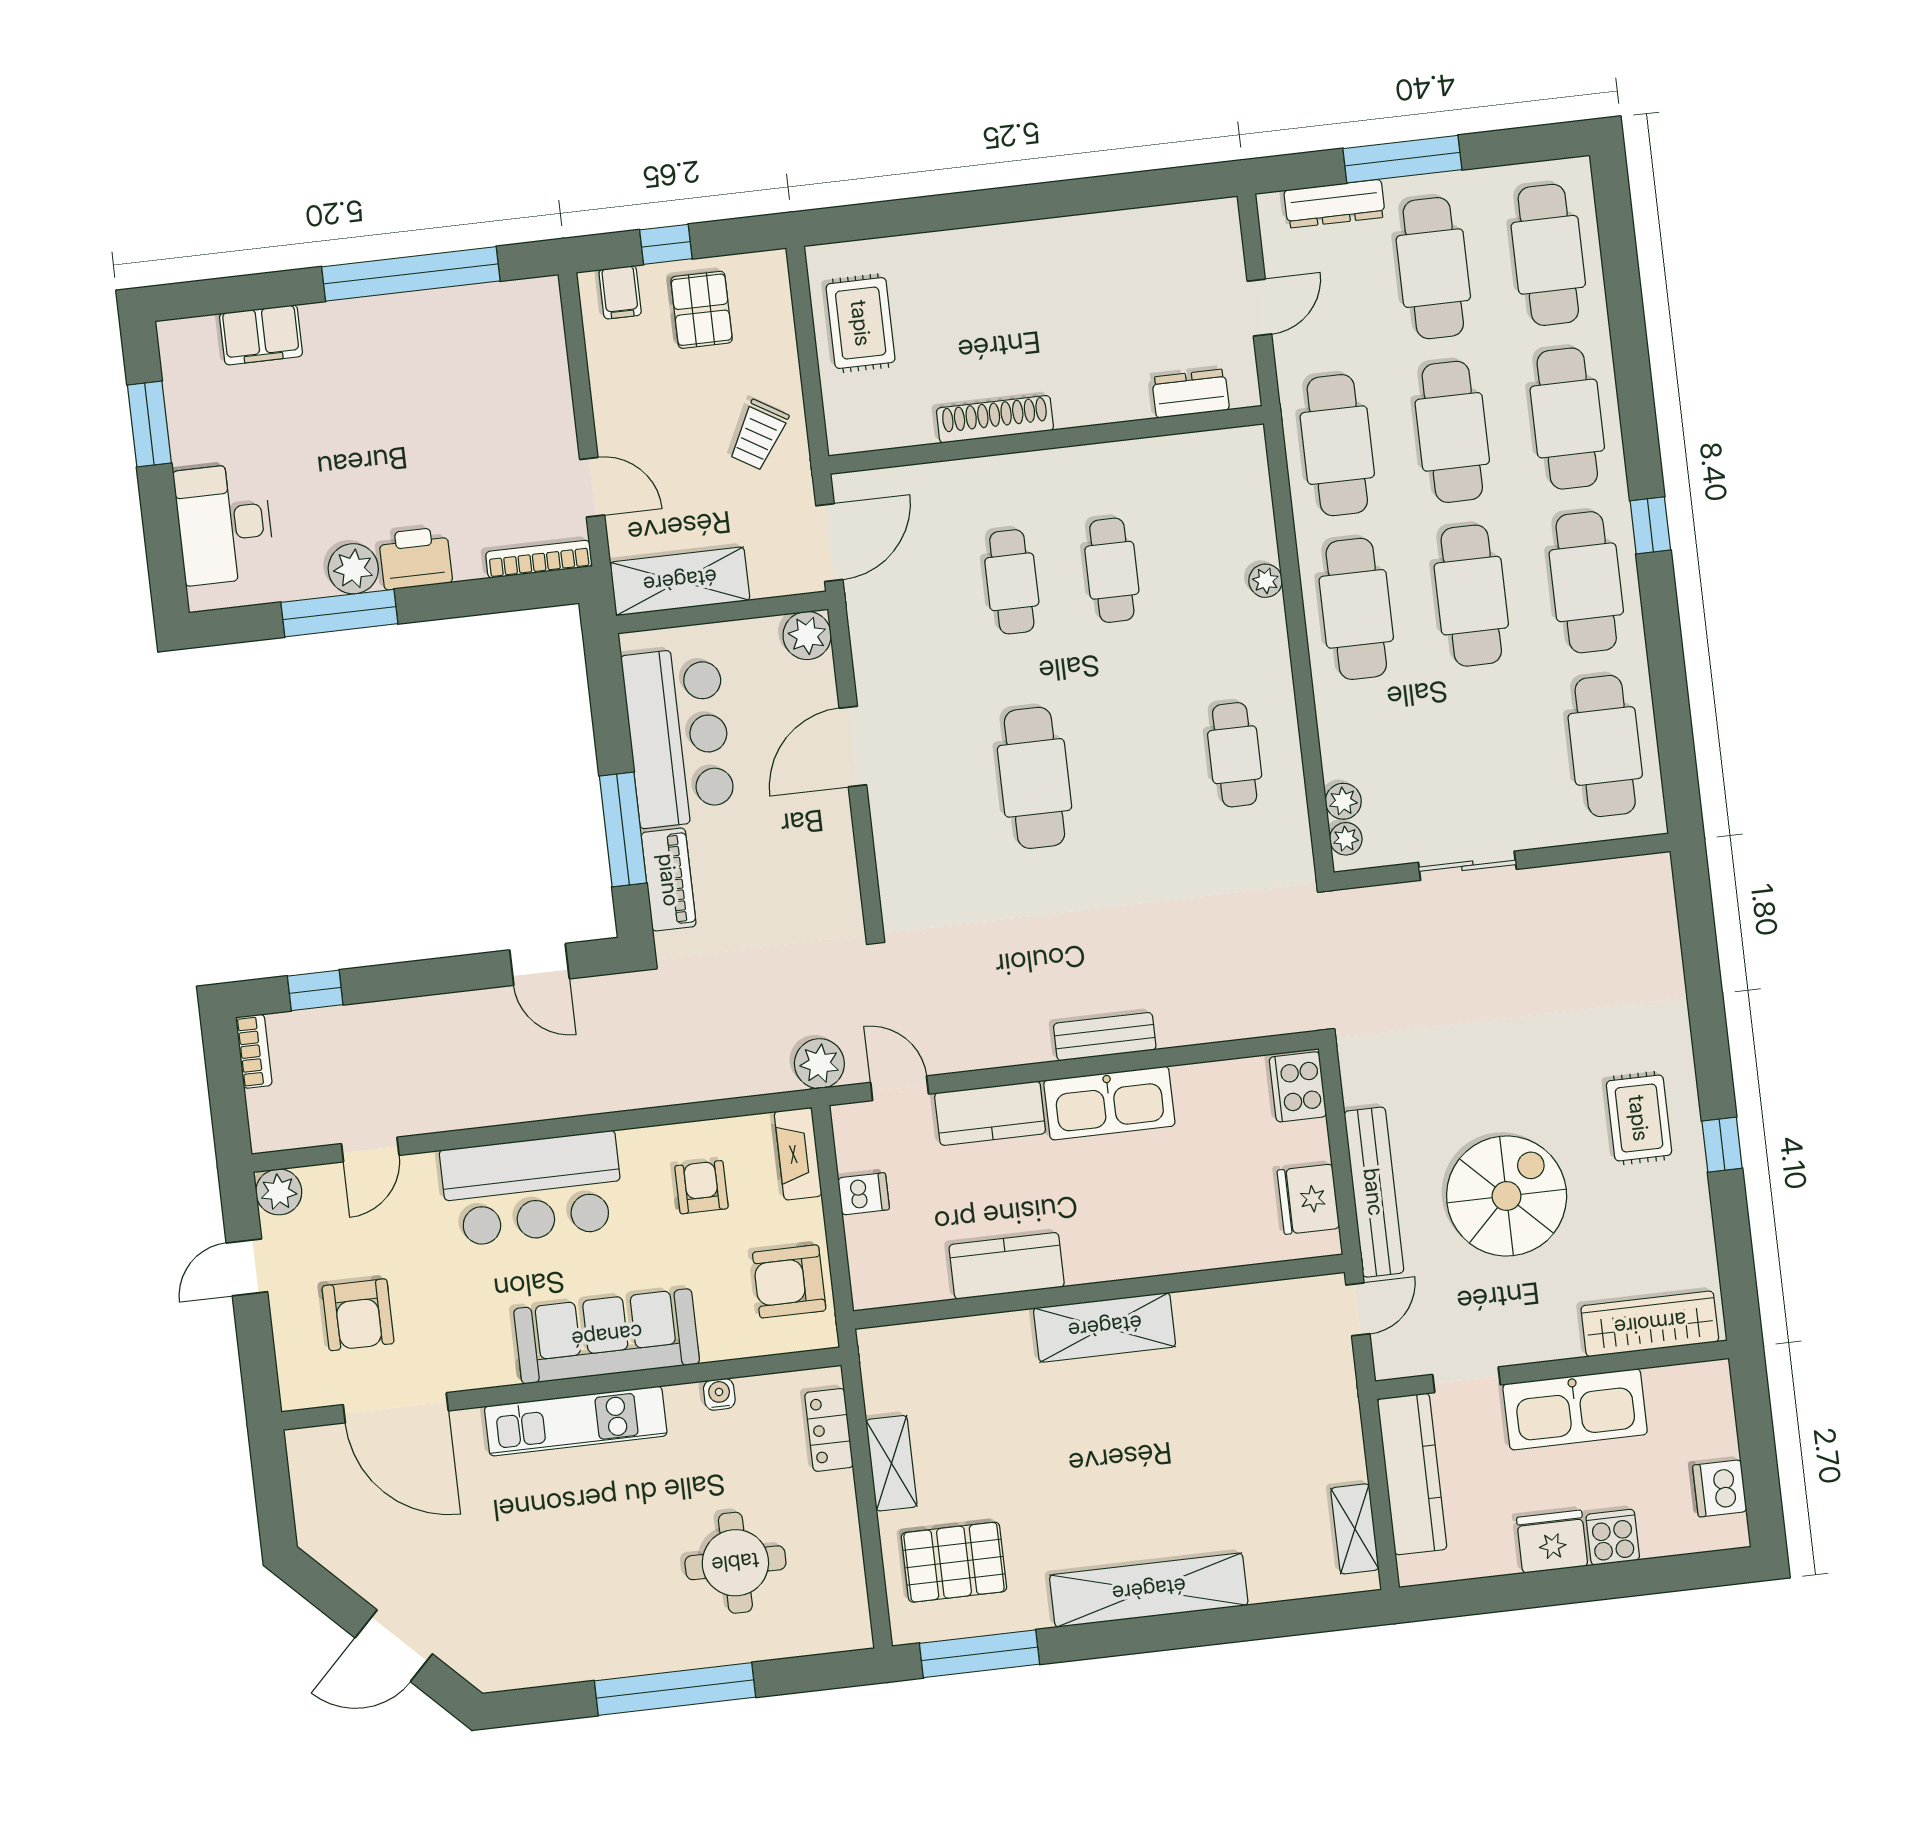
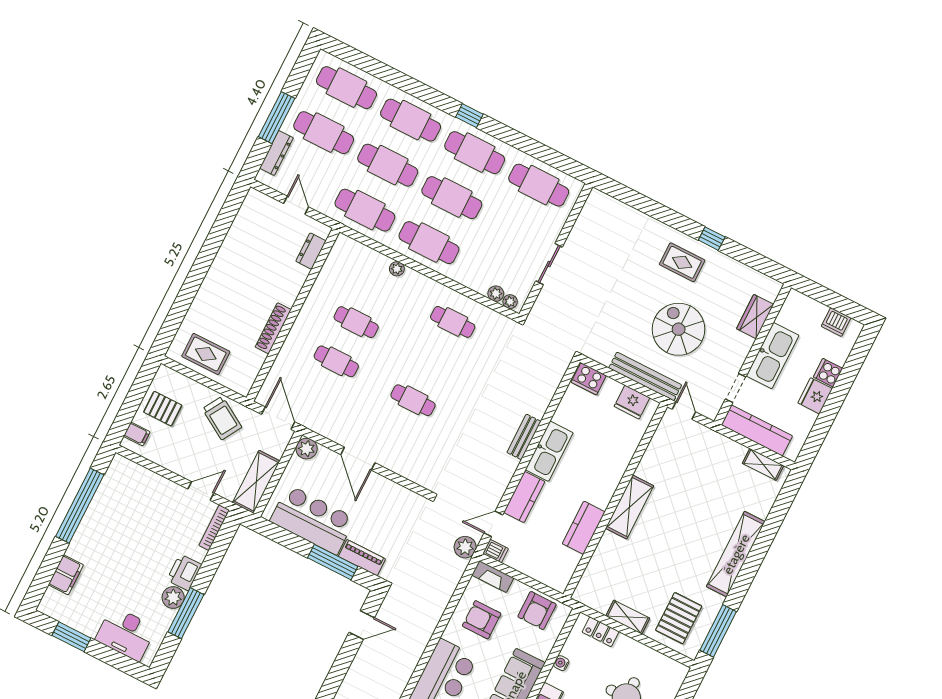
window: (666, 244) -> (130, 406), removed
trolley: (758, 435) -> (222, 418), width x1.36, depth x1.39
cafe table: (1034, 778) -> (413, 400), width x0.73, depth x0.74
armchair: (701, 1187) -> (482, 620), width x1.38, depth x1.38
dishwasher: (864, 1194) -> (496, 551), moved, turned 90
wardrobe: (1650, 1324) -> (755, 317), width x0.67

